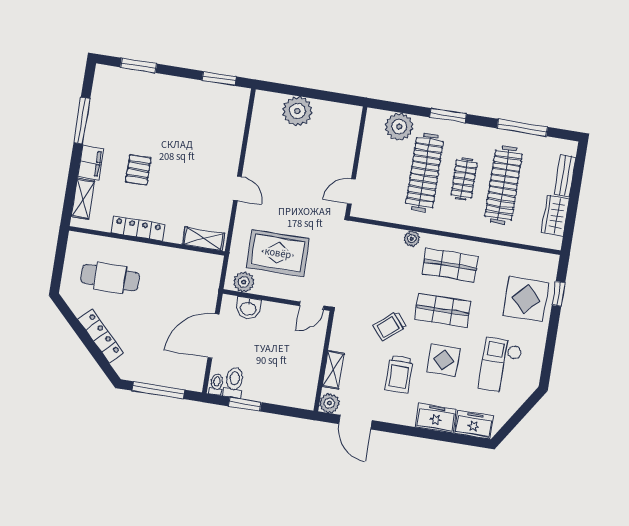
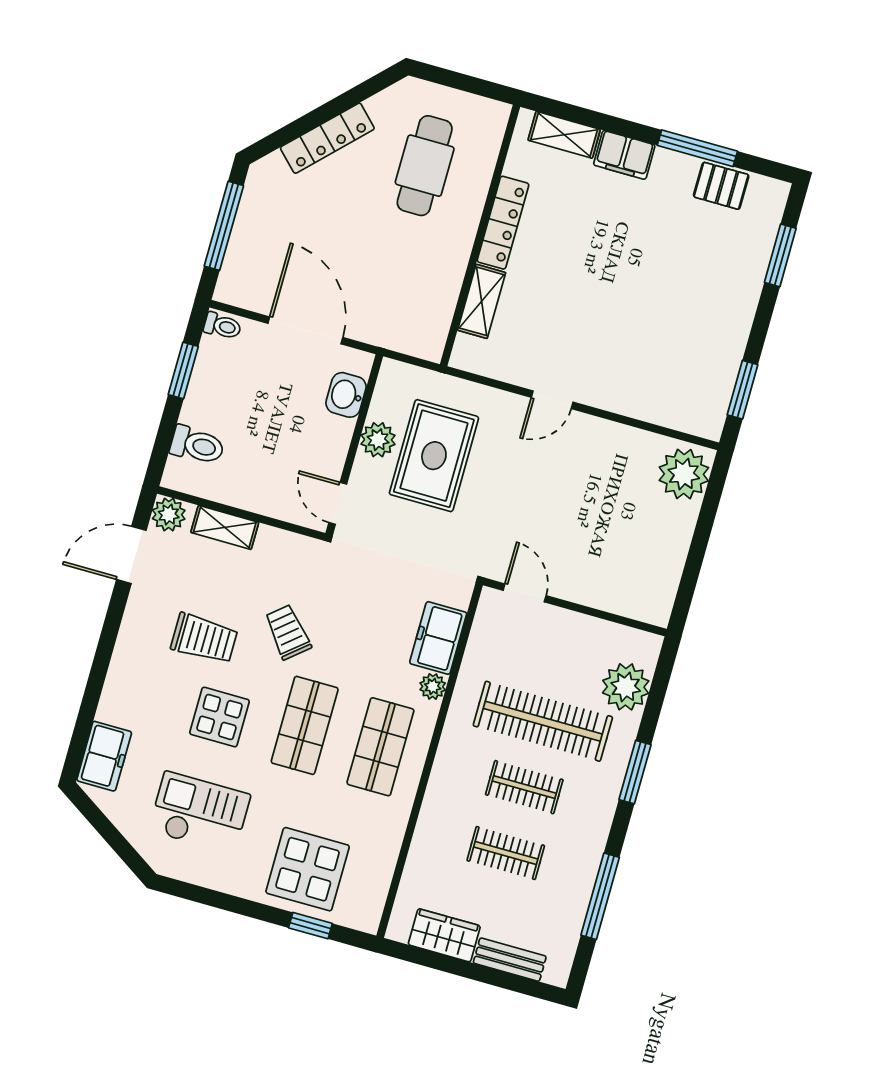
plant: (297, 111) -> (684, 474), moved
pallet: (138, 170) -> (721, 186), moved
clothes rail: (503, 185) -> (506, 853), width x0.54, depth x0.76
shelving: (203, 239) -> (482, 301), moved
plant: (244, 282) -> (378, 440), moved
trolley: (399, 374) -> (204, 638), turned 180
toilet: (234, 383) -> (197, 445), moved
freezer: (436, 418) -> (438, 638), moved, turned 180

